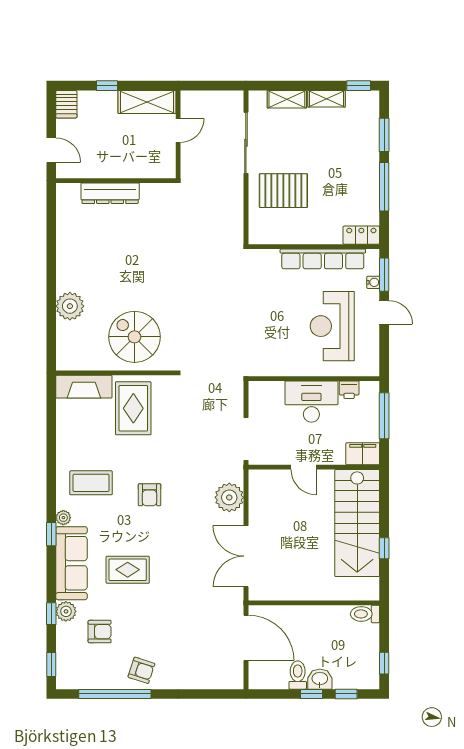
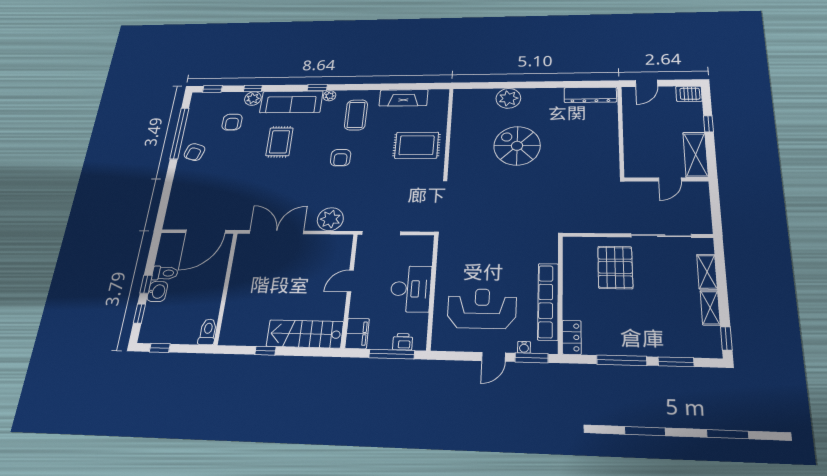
door: (178, 130) -> (670, 179), hinge flipped
dresser: (110, 193) -> (590, 95), moved, turned -90
spiral stairs: (134, 337) -> (517, 146), moved, turned -90
fireplace: (84, 387) -> (403, 98), moved, turned -90
printer: (349, 390) -> (403, 342), moved, turned 90
armchair: (150, 495) -> (341, 158), turned -90
stairs: (357, 523) -> (305, 334), width x0.73, depth x0.66

